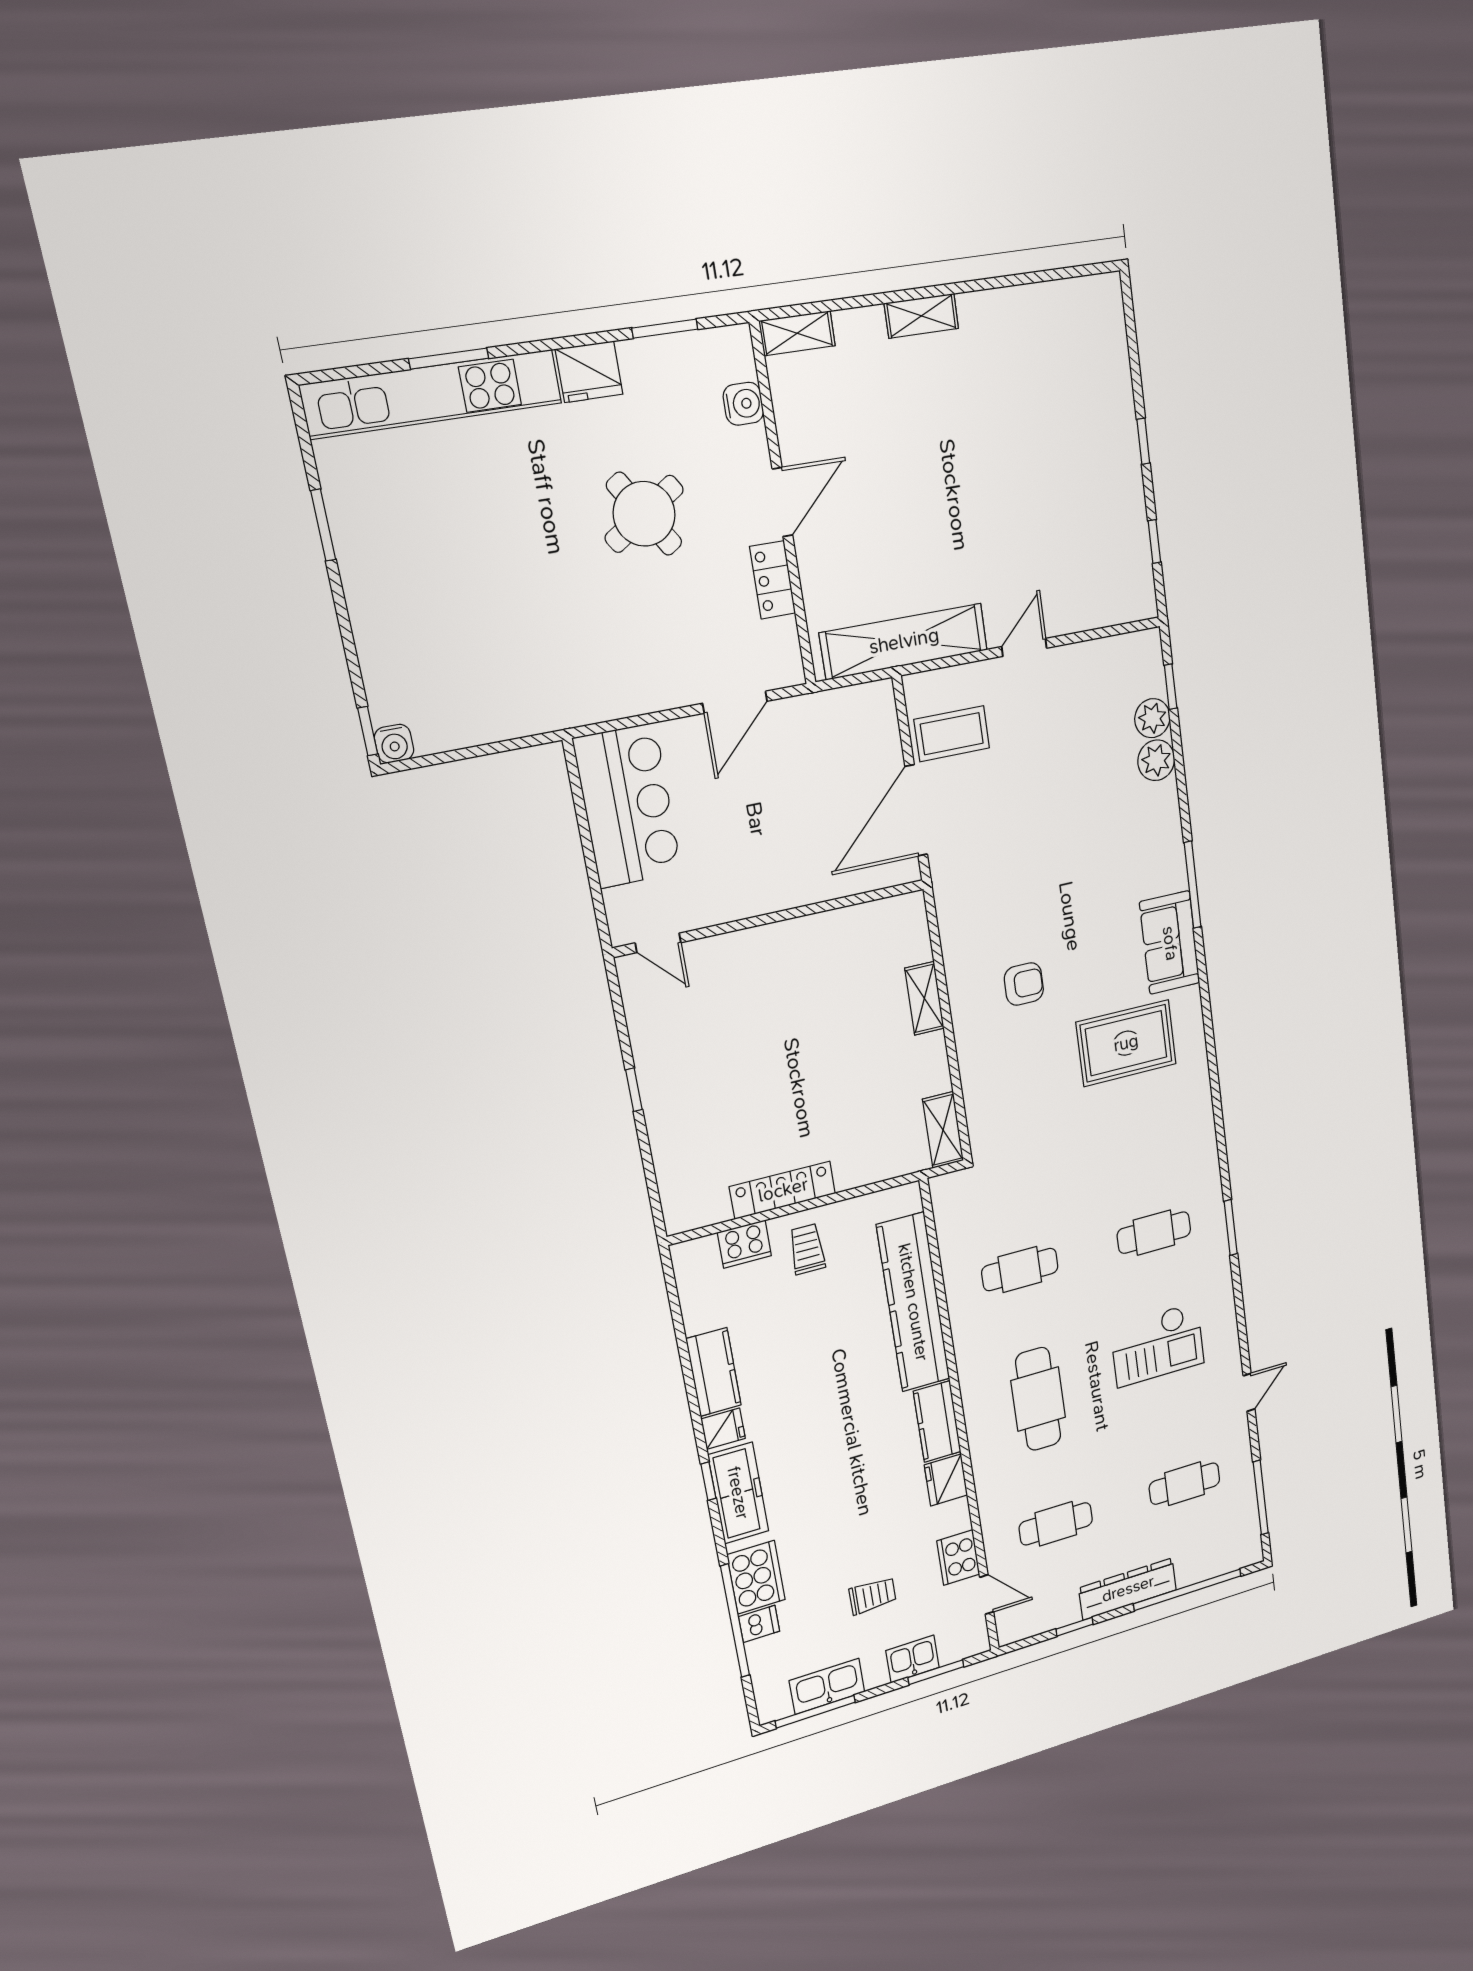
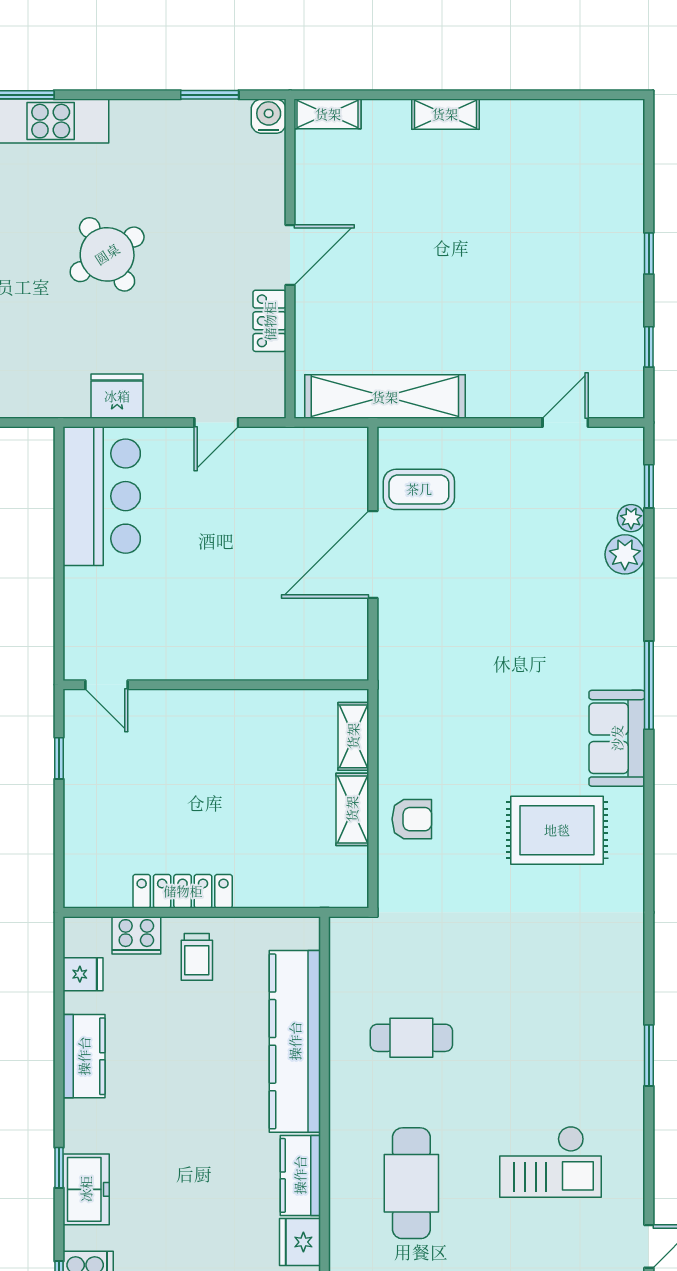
fridge: (589, 372) -> (117, 396), moved, turned 180
water cooler: (743, 404) -> (269, 116), moved, turned -90
round table: (644, 514) -> (107, 254), moved
door: (1024, 647) -> (565, 423), moved
door: (735, 702) -> (216, 423), width x0.73
plant: (1152, 718) -> (631, 518), width x0.73, depth x0.73
wall: (771, 918) -> (216, 685), moved
door: (658, 943) -> (106, 685), moved
armchair: (1024, 984) -> (412, 819), moved
shelving: (943, 1130) -> (352, 809), moved
cafe table: (1154, 1233) -> (562, 1038), removed
trolley: (807, 1249) -> (197, 957), turned 180
fridge: (723, 1429) -> (83, 974), moved
freezer: (738, 1493) -> (86, 1189), width x0.71

